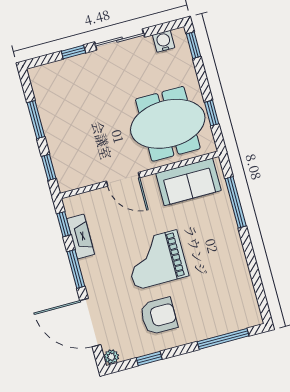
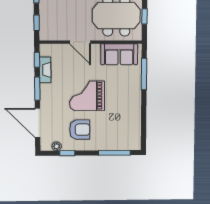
plant: (111, 357) -> (57, 146), moved

